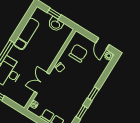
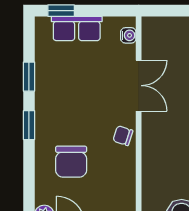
chair: (78, 53) -> (71, 162), moved

